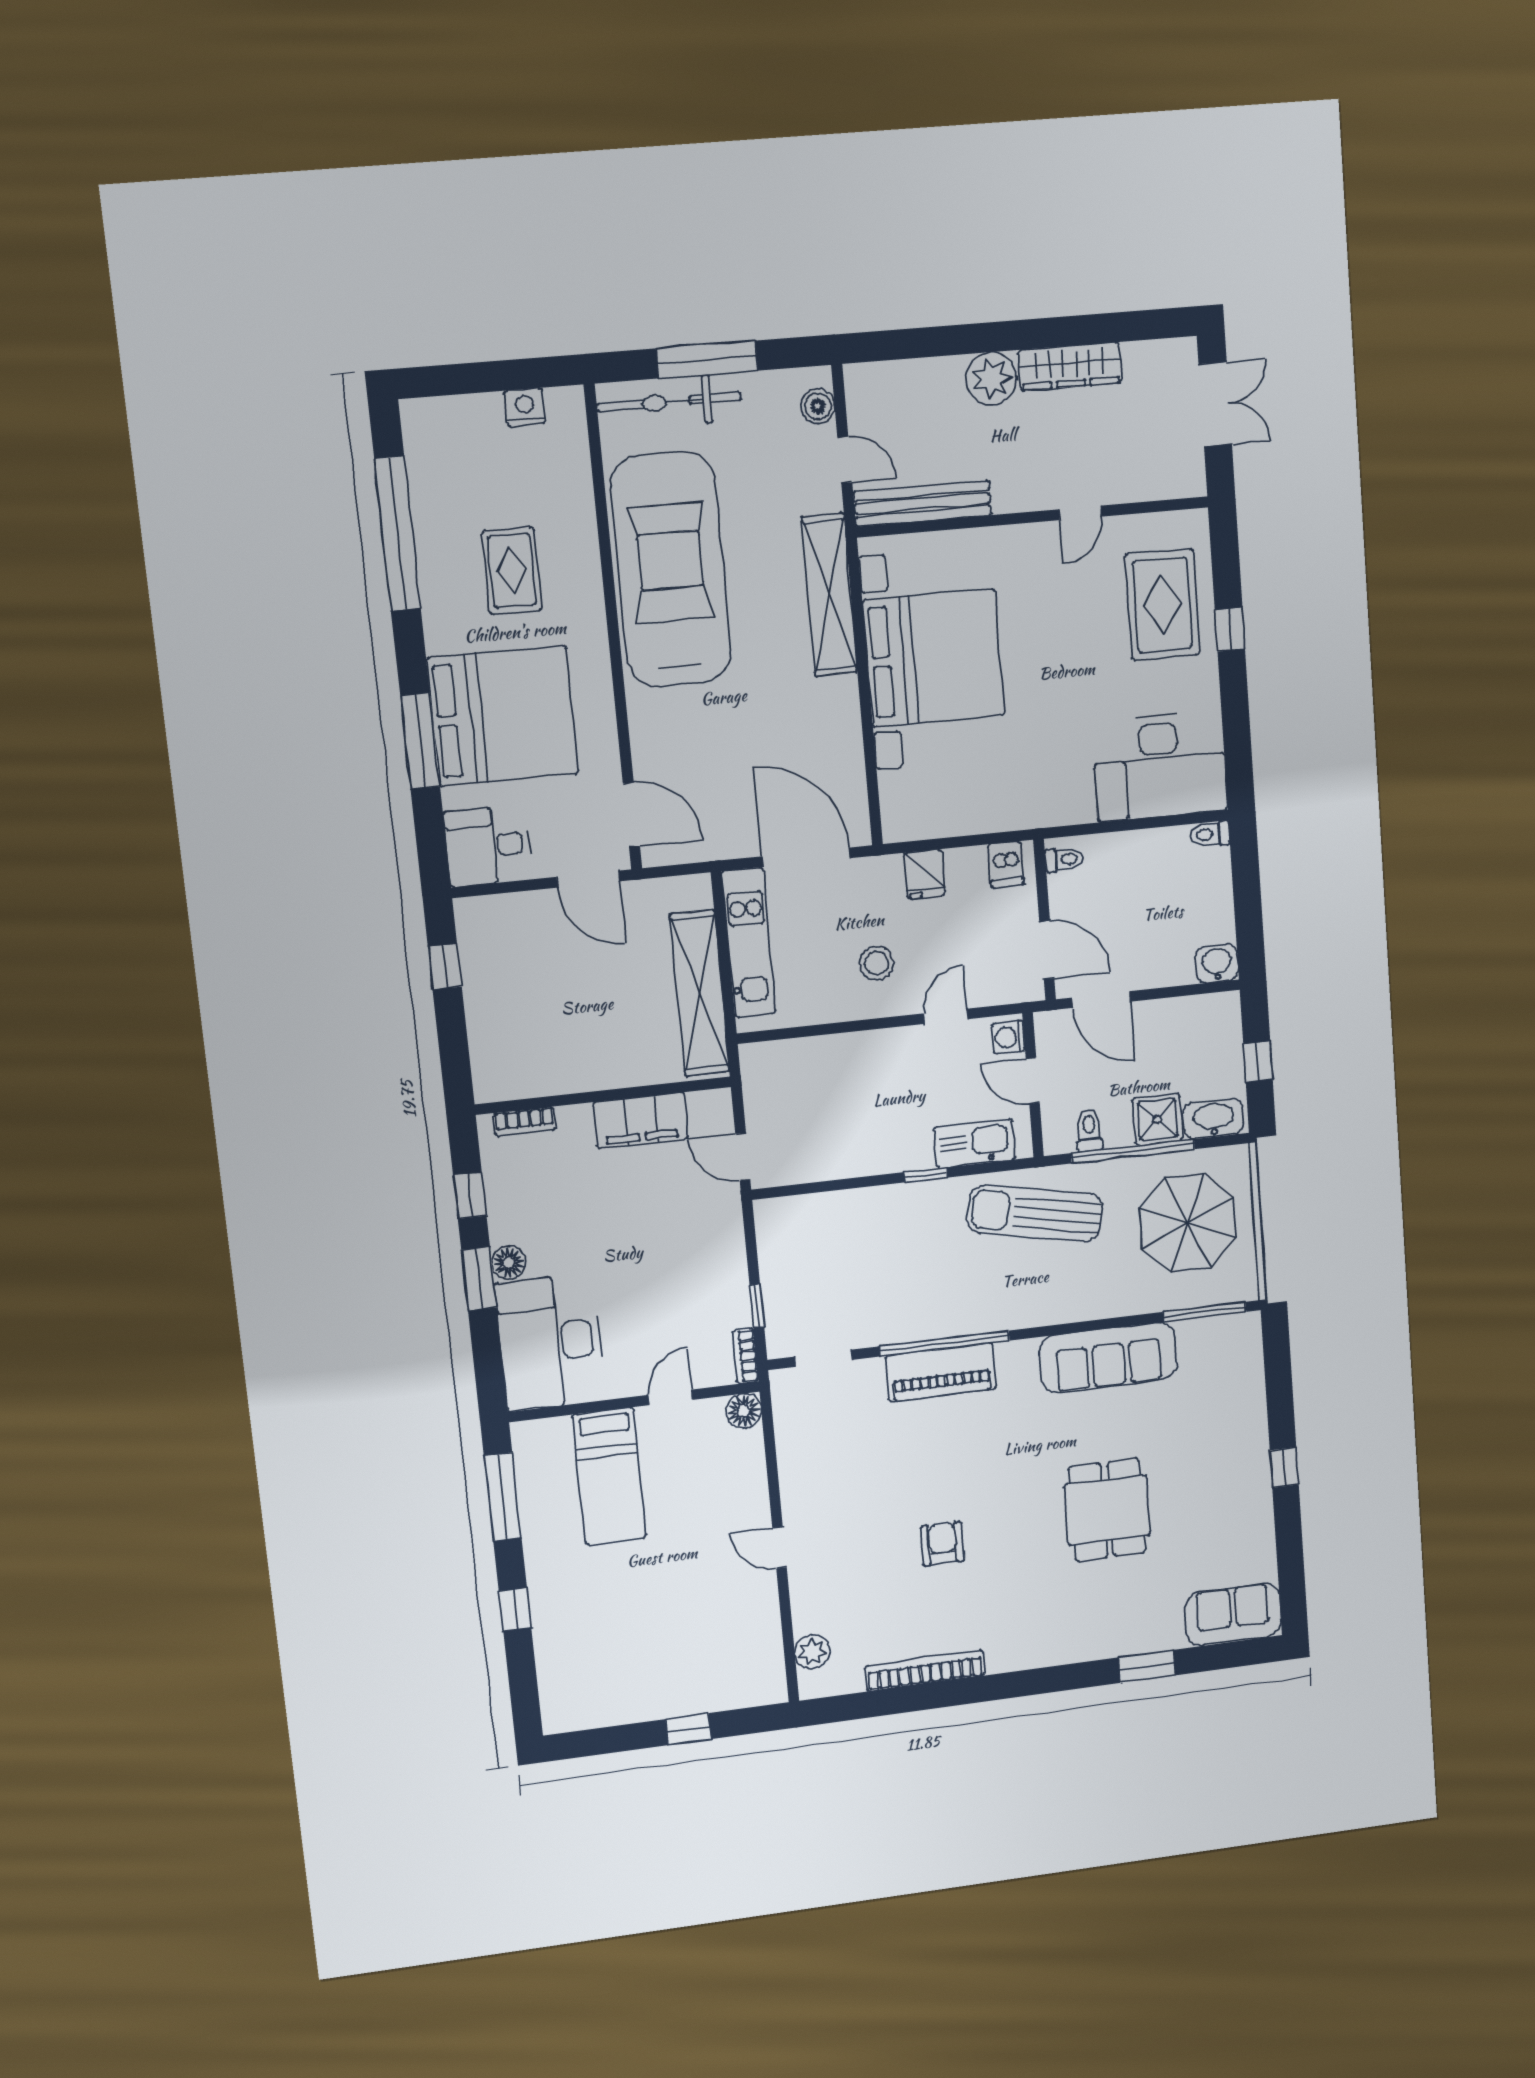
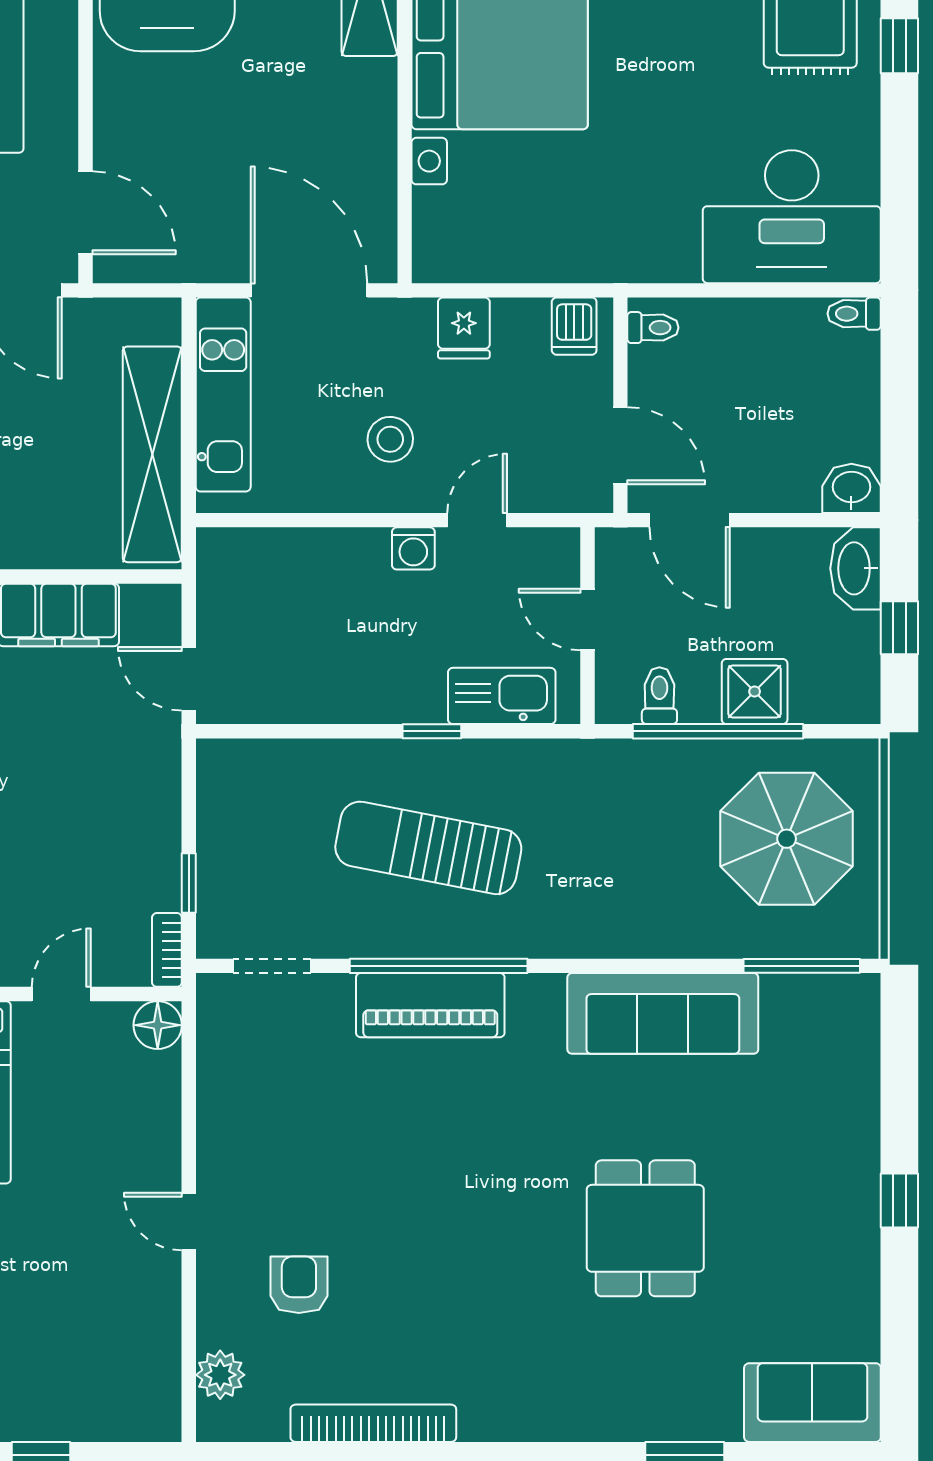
washing machine: (1008, 1037) -> (413, 548), moved, turned -90
washbasin: (1213, 1119) -> (856, 568), moved, turned -90
sun lounger: (1035, 1213) -> (428, 848), moved
armchair: (943, 1544) -> (299, 1285), moved

